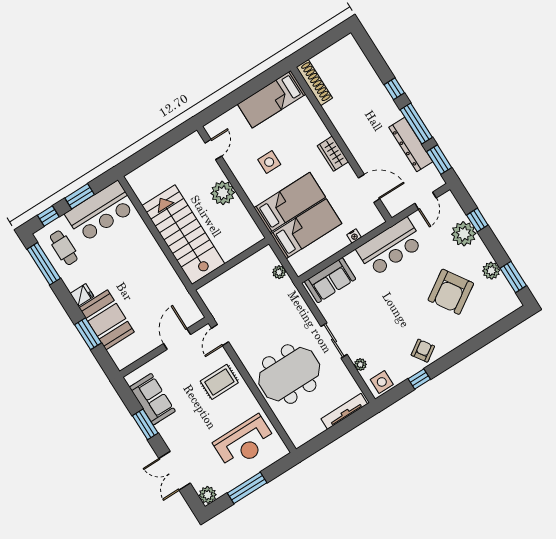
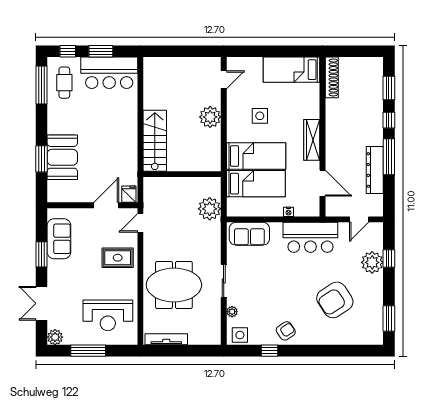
wardrobe: (333, 154) -> (312, 140), width x1.50
window: (439, 160) -> (389, 88), moved
stairs: (183, 235) -> (155, 141), width x0.73, depth x0.66
plant: (491, 271) -> (375, 303), removed
plant: (279, 272) -> (210, 209), width x1.87, depth x1.87
fridge: (82, 295) -> (129, 194), moved, turned -90
tv unit: (344, 411) -> (166, 339), moved

